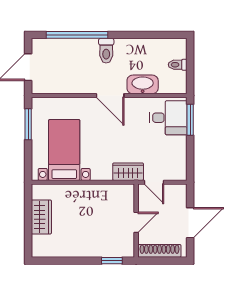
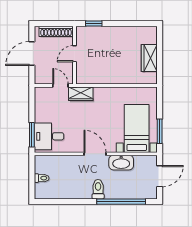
washbasin: (143, 84) -> (121, 163), moved
bed with nightstands: (64, 150) -> (137, 128), moved, turned 180

